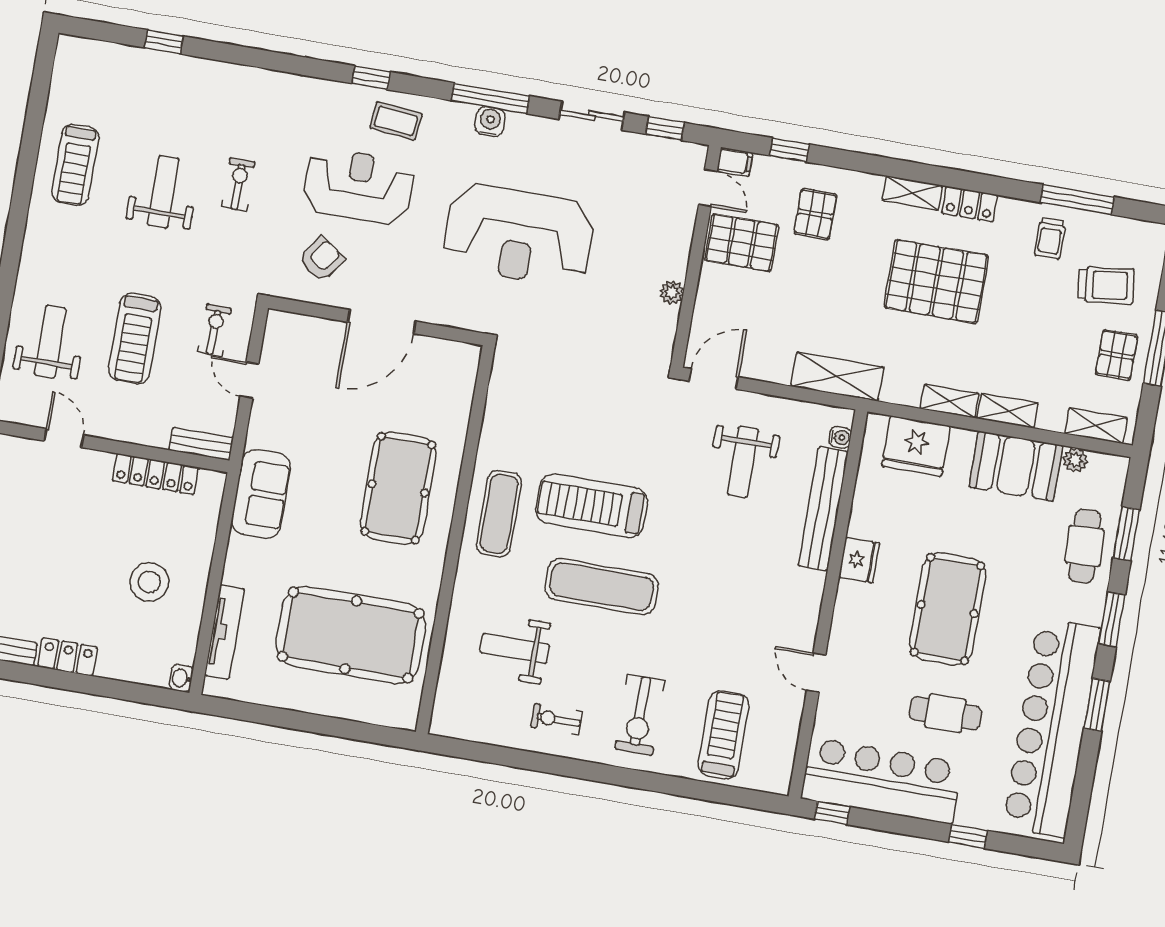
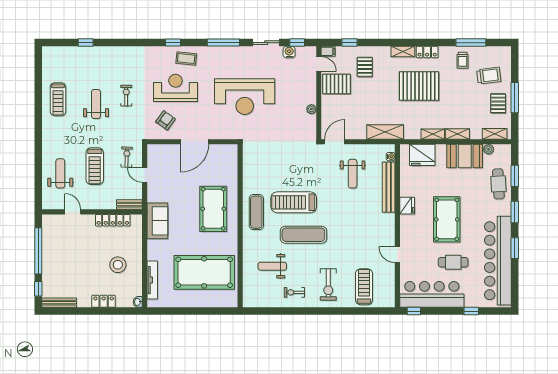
water cooler: (490, 121) -> (289, 52), moved
locker: (67, 657) -> (104, 301), moved

